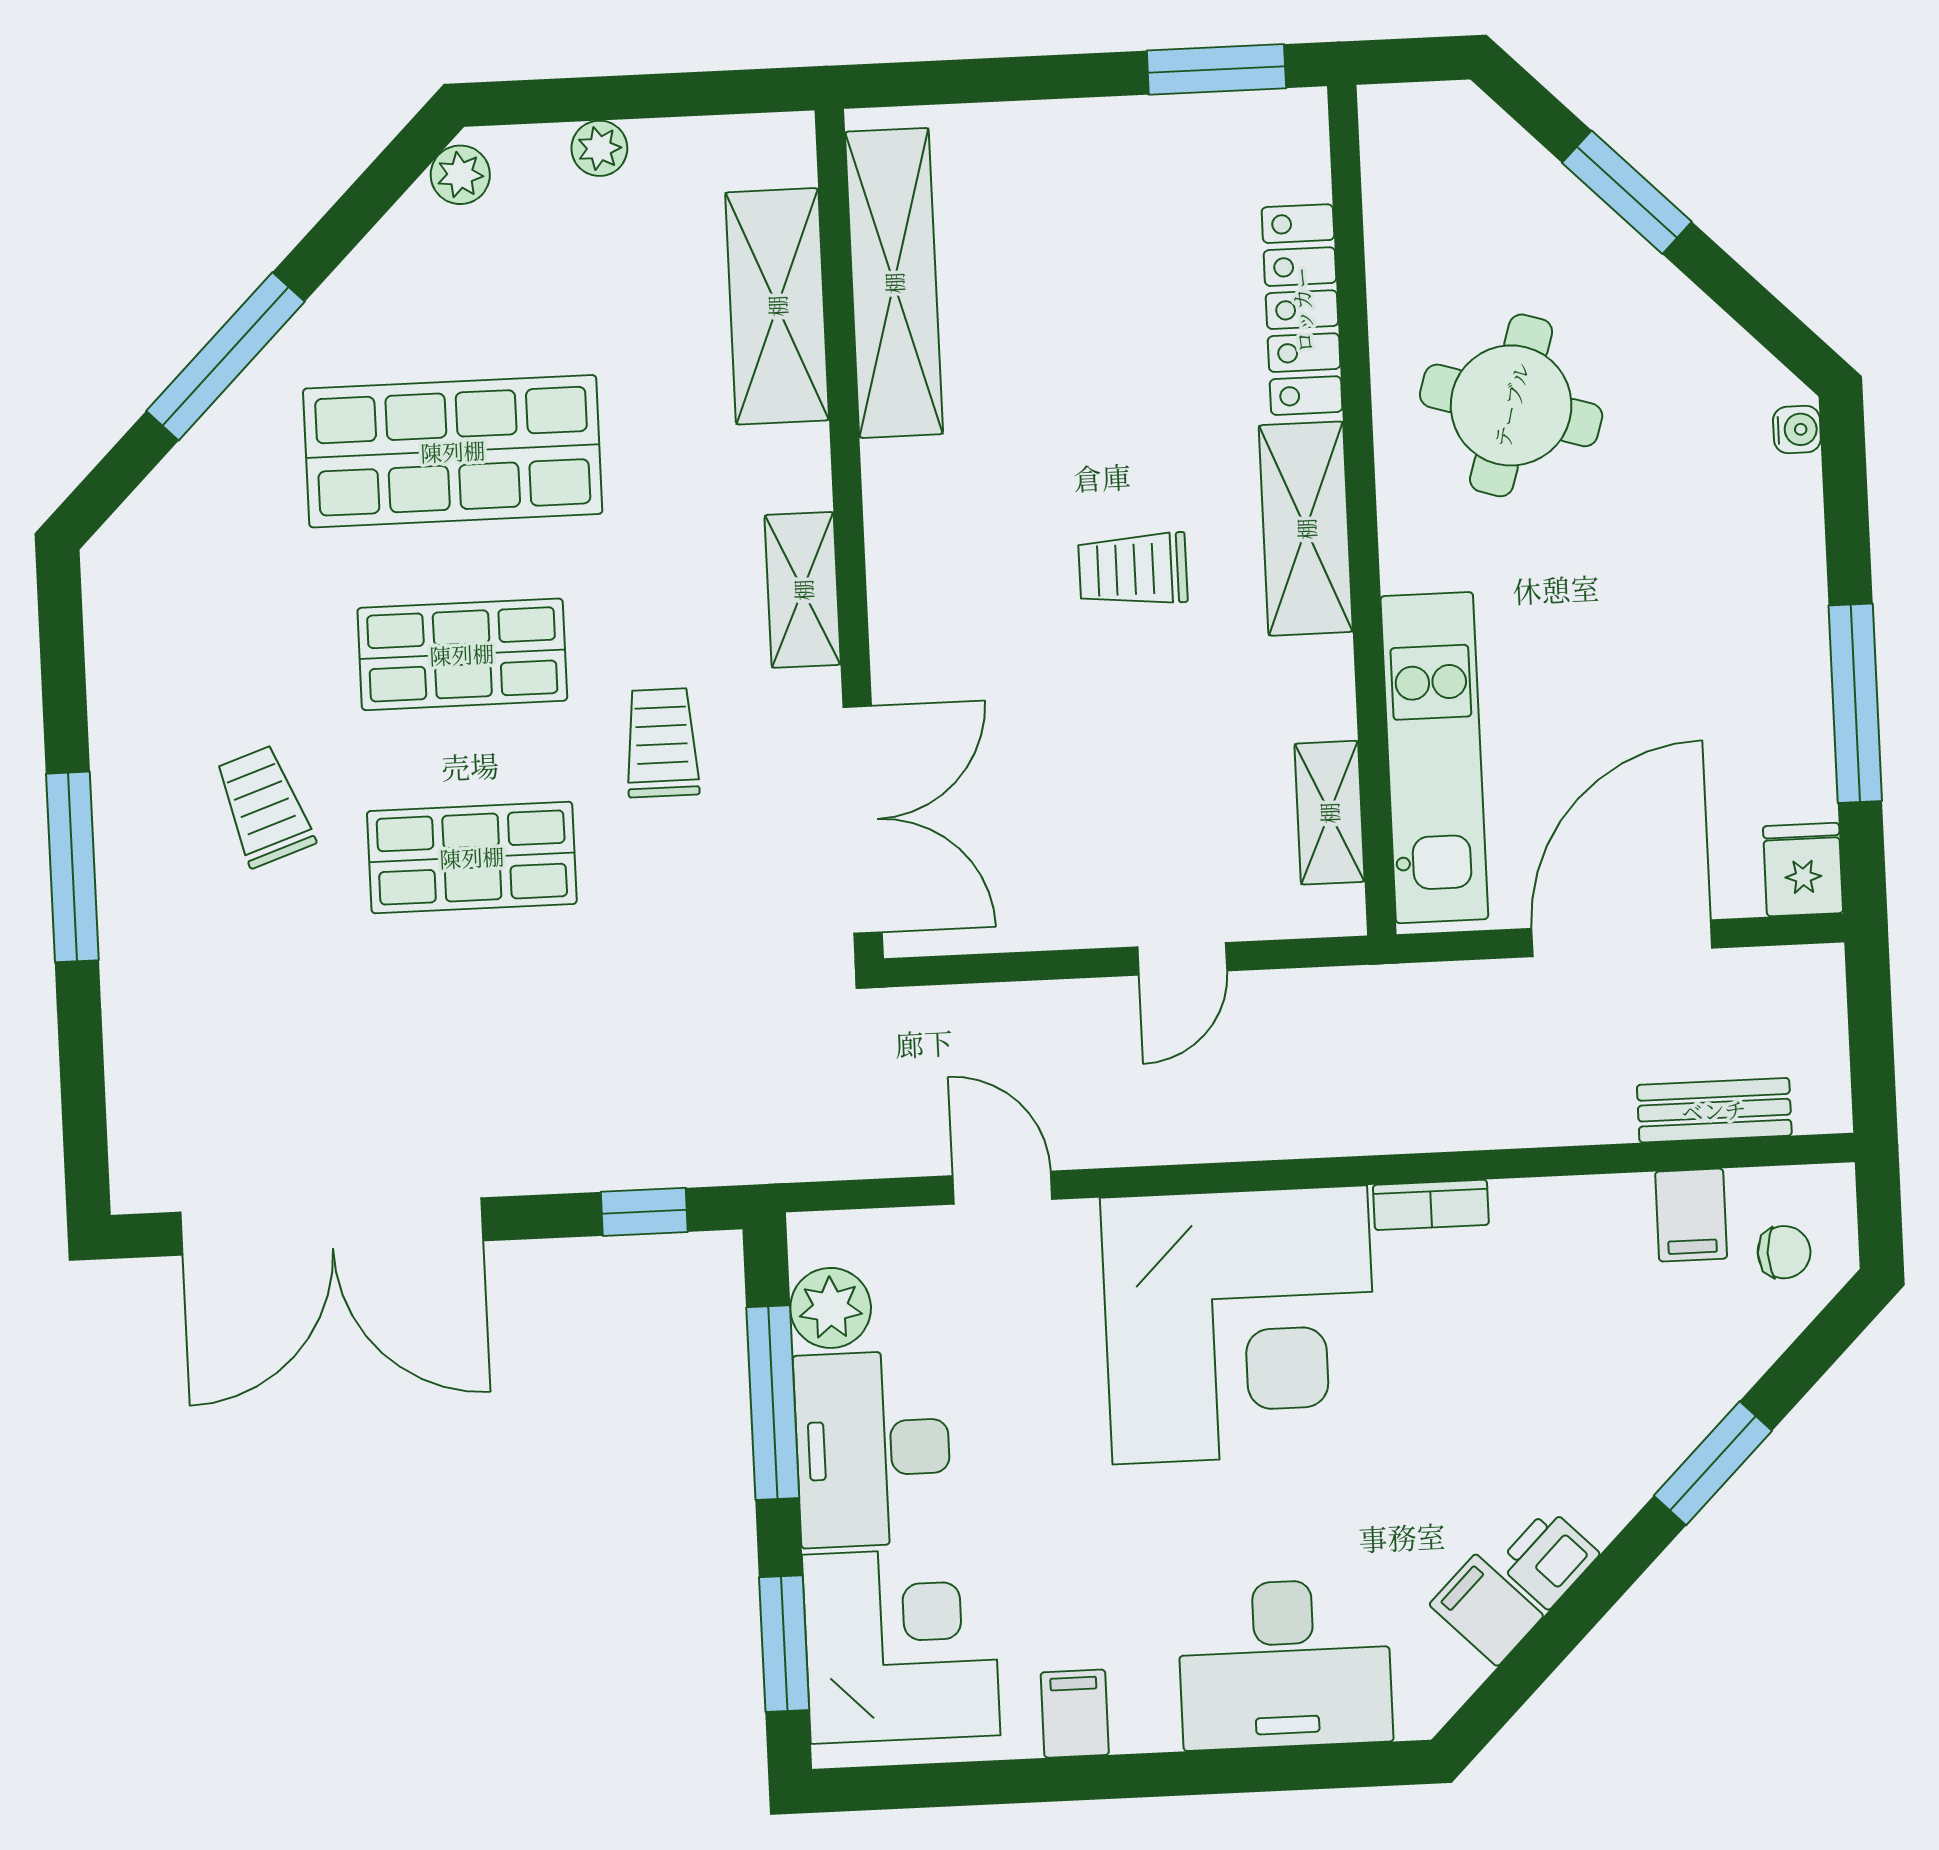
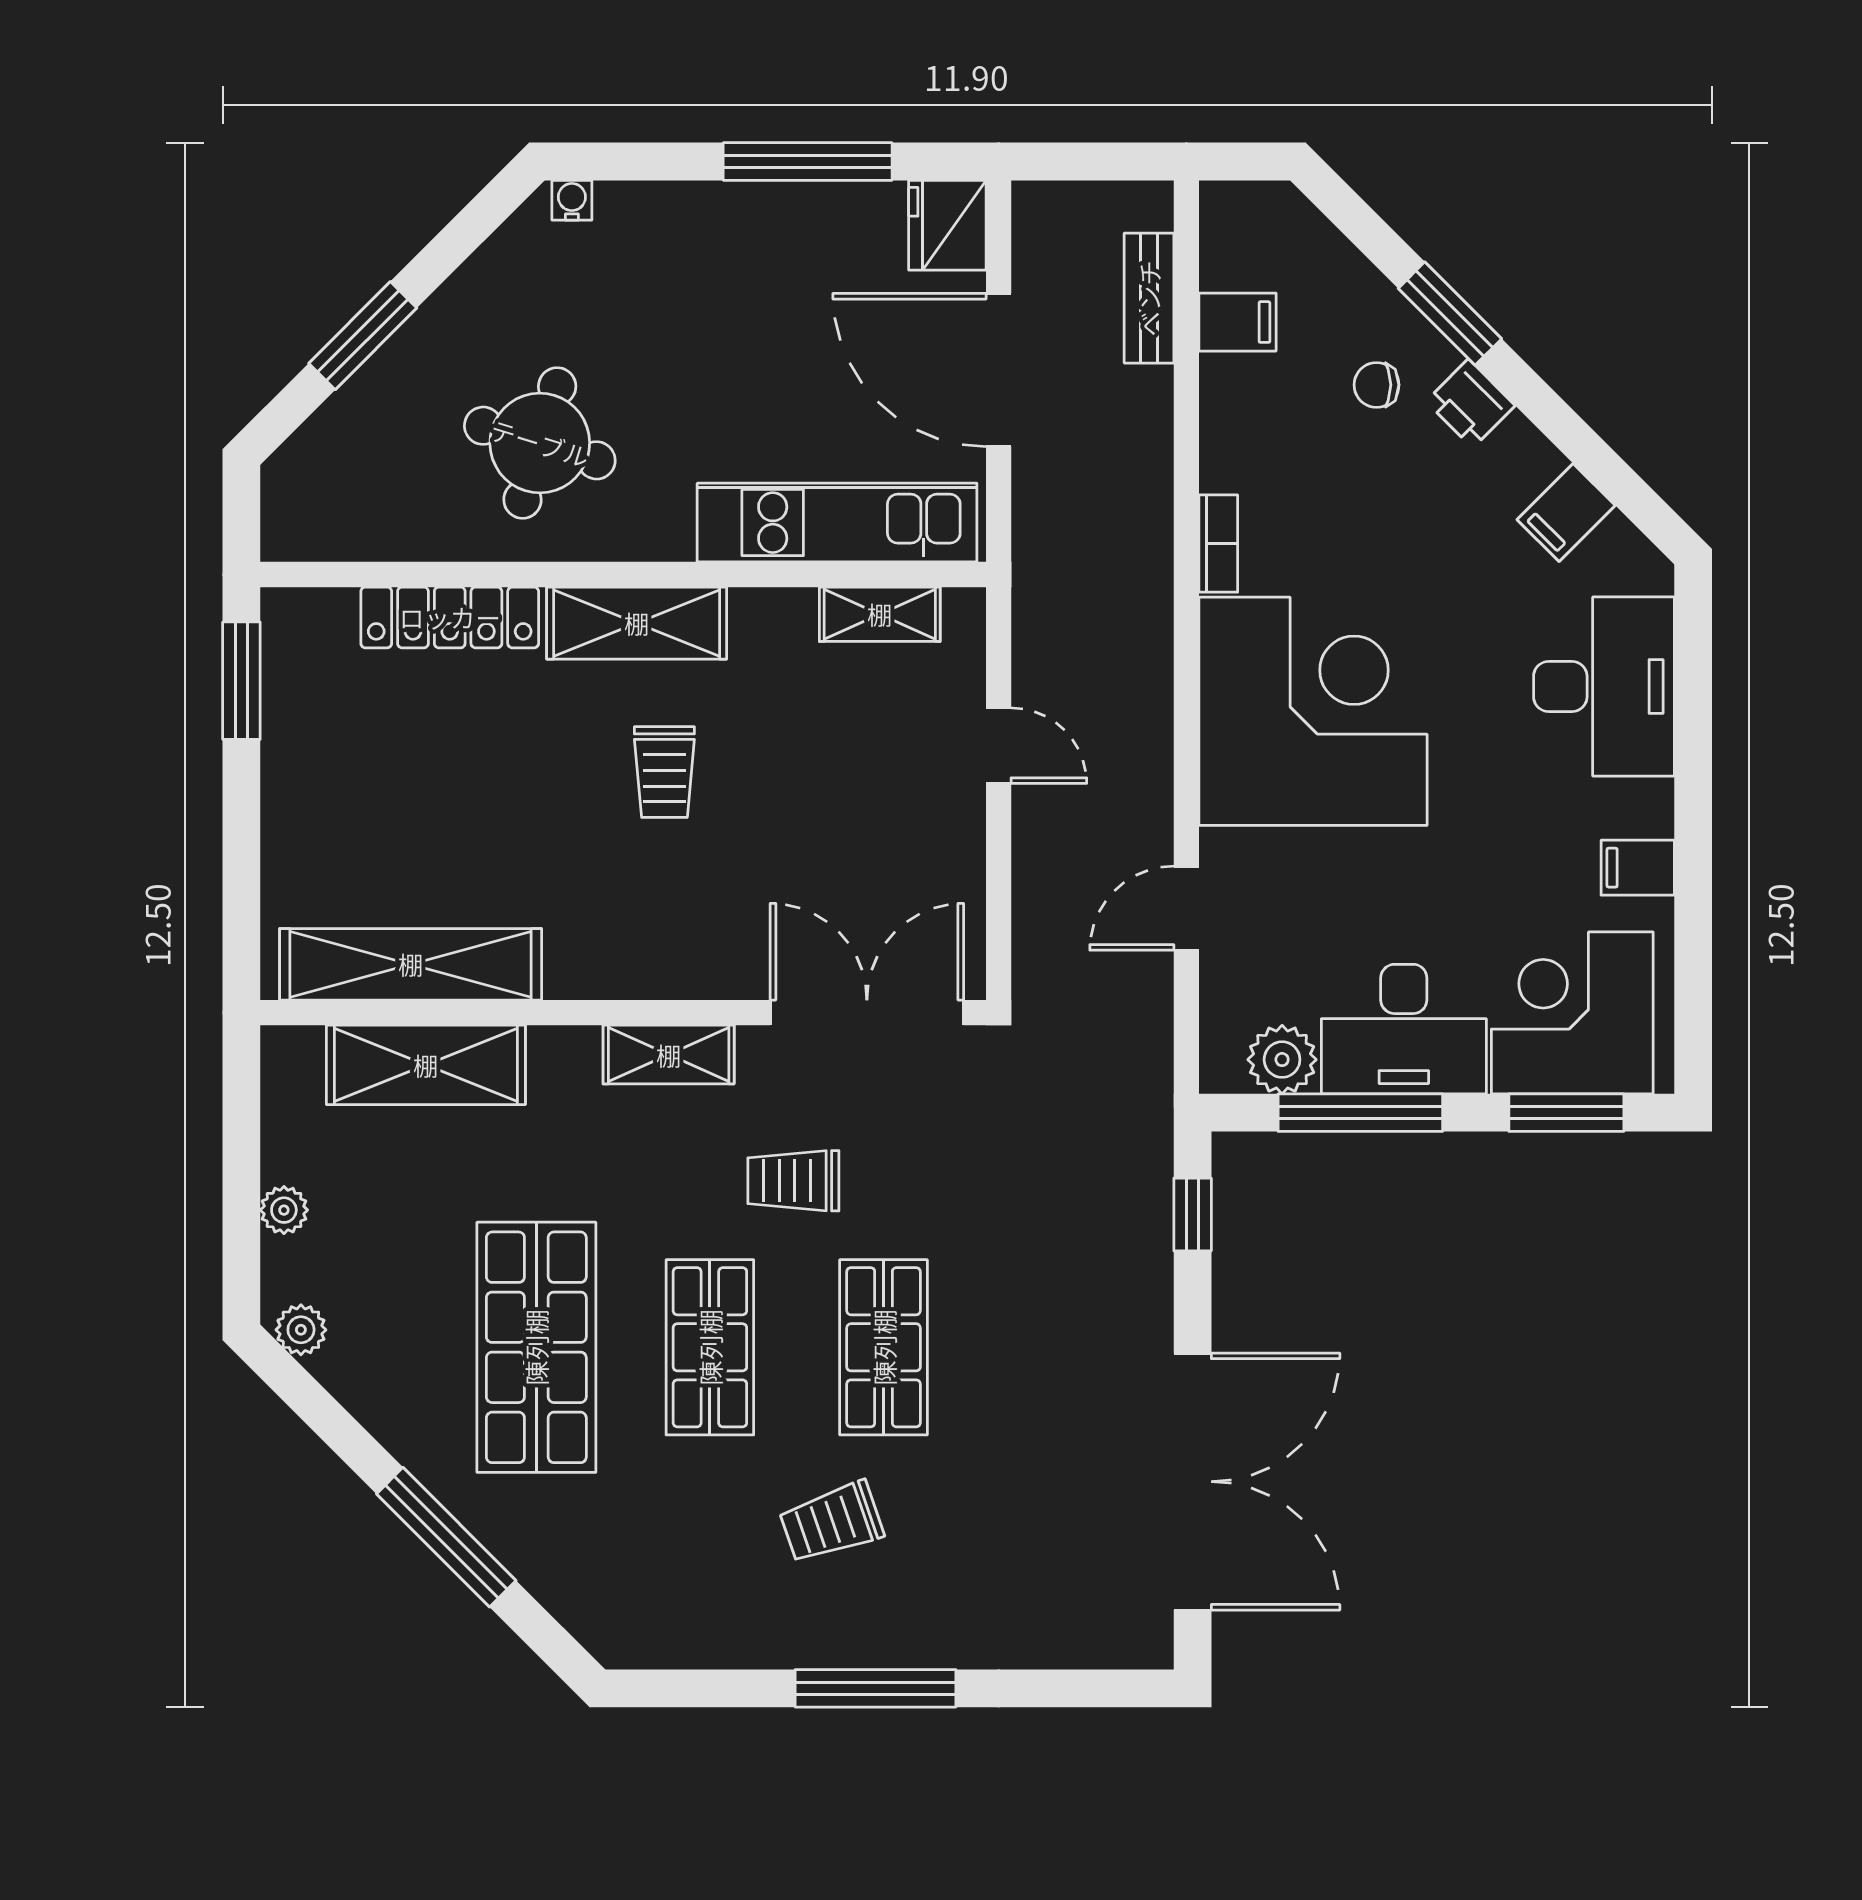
fridge: (1803, 870) -> (947, 225), width x1.38
chair: (1784, 1252) -> (1377, 385), moved, turned -90
printer: (1548, 1559) -> (1470, 403), moved

